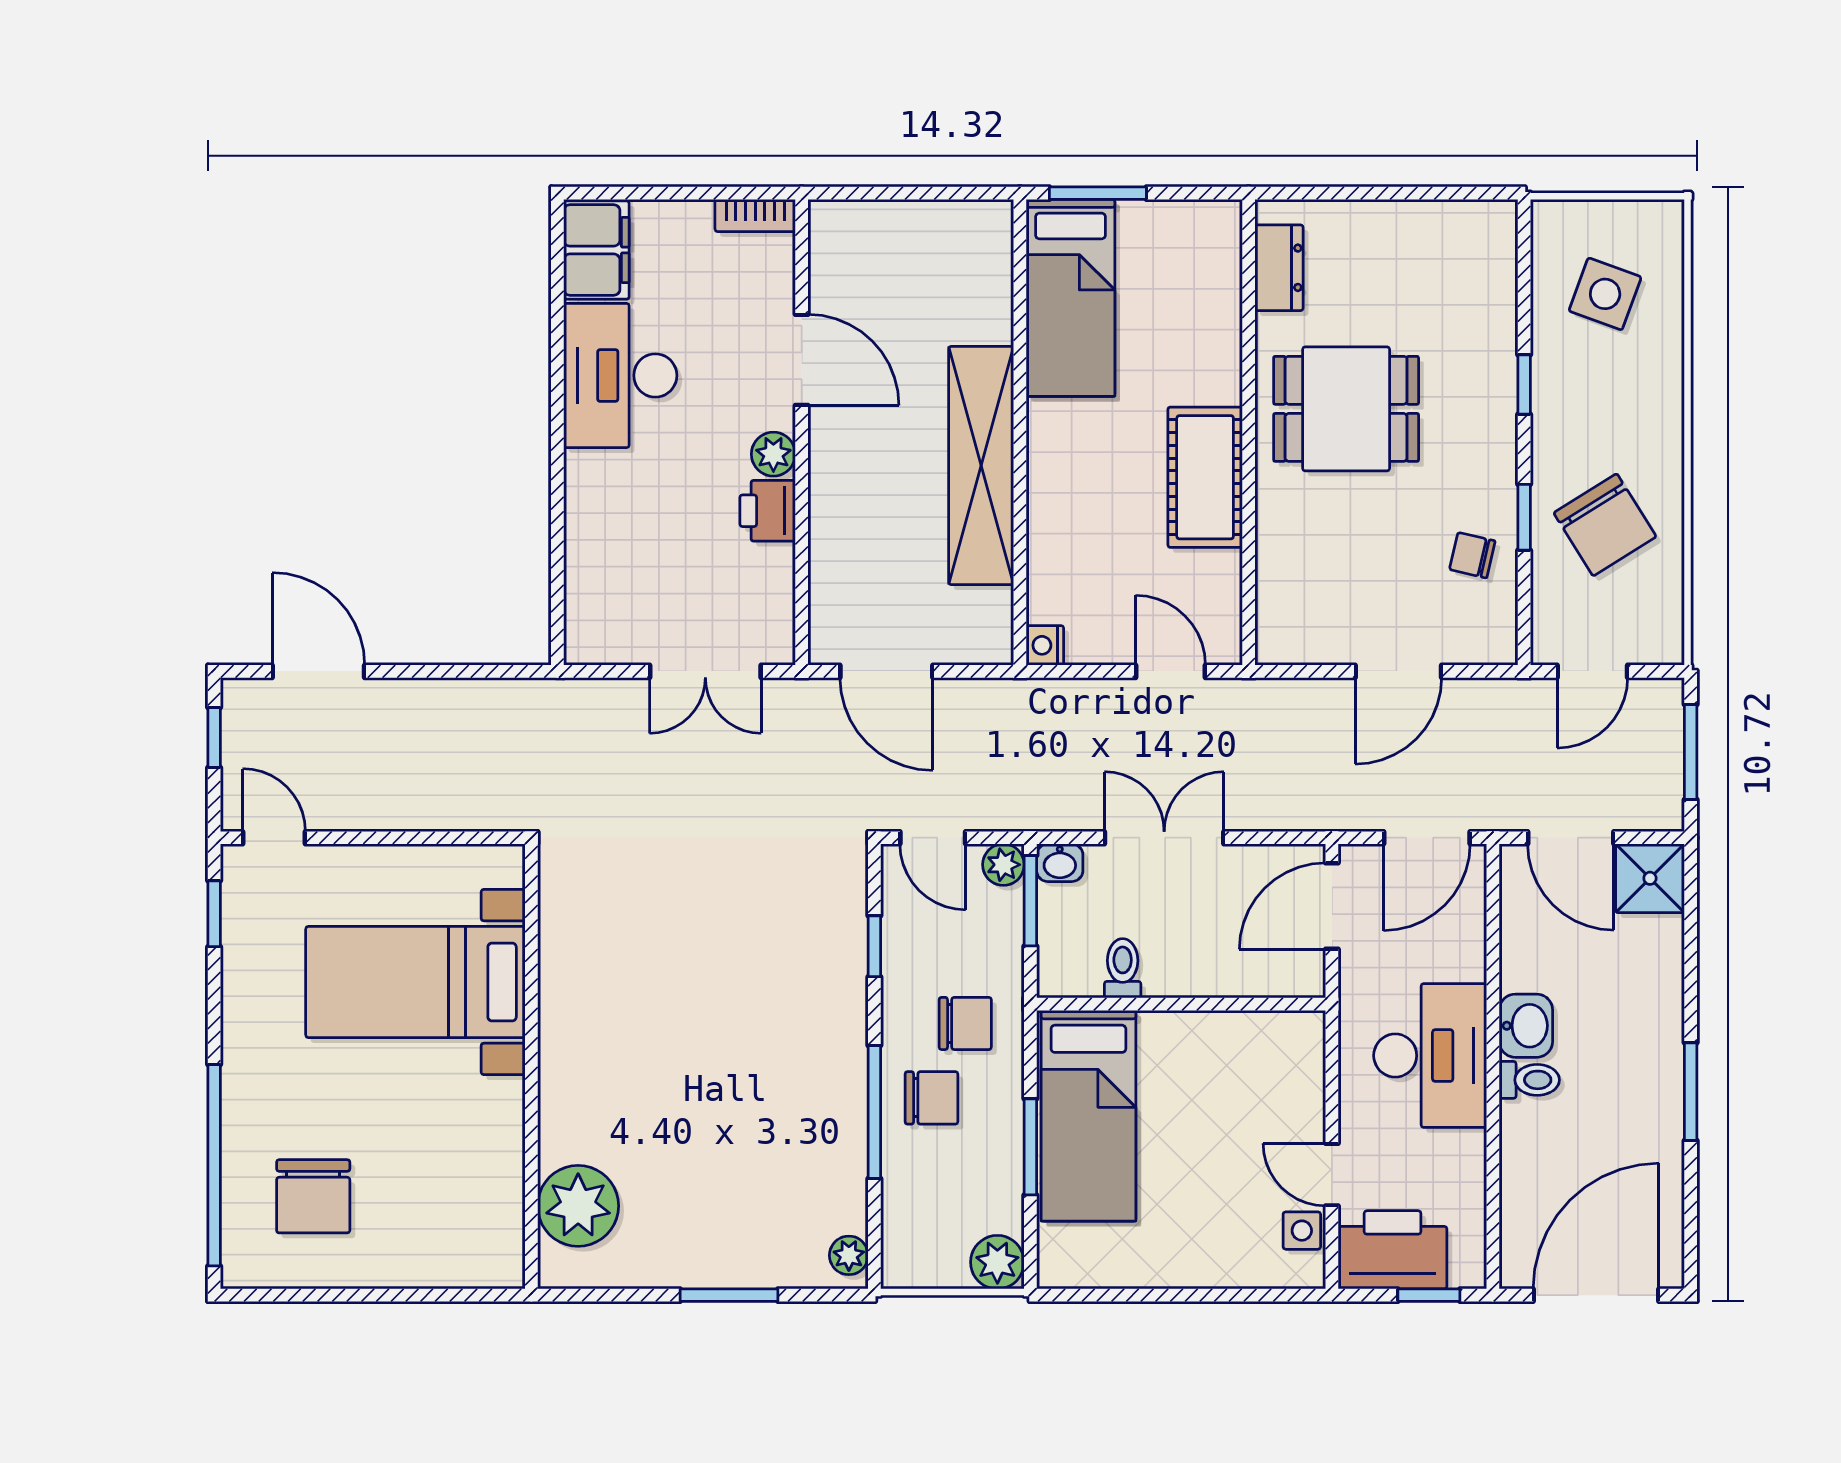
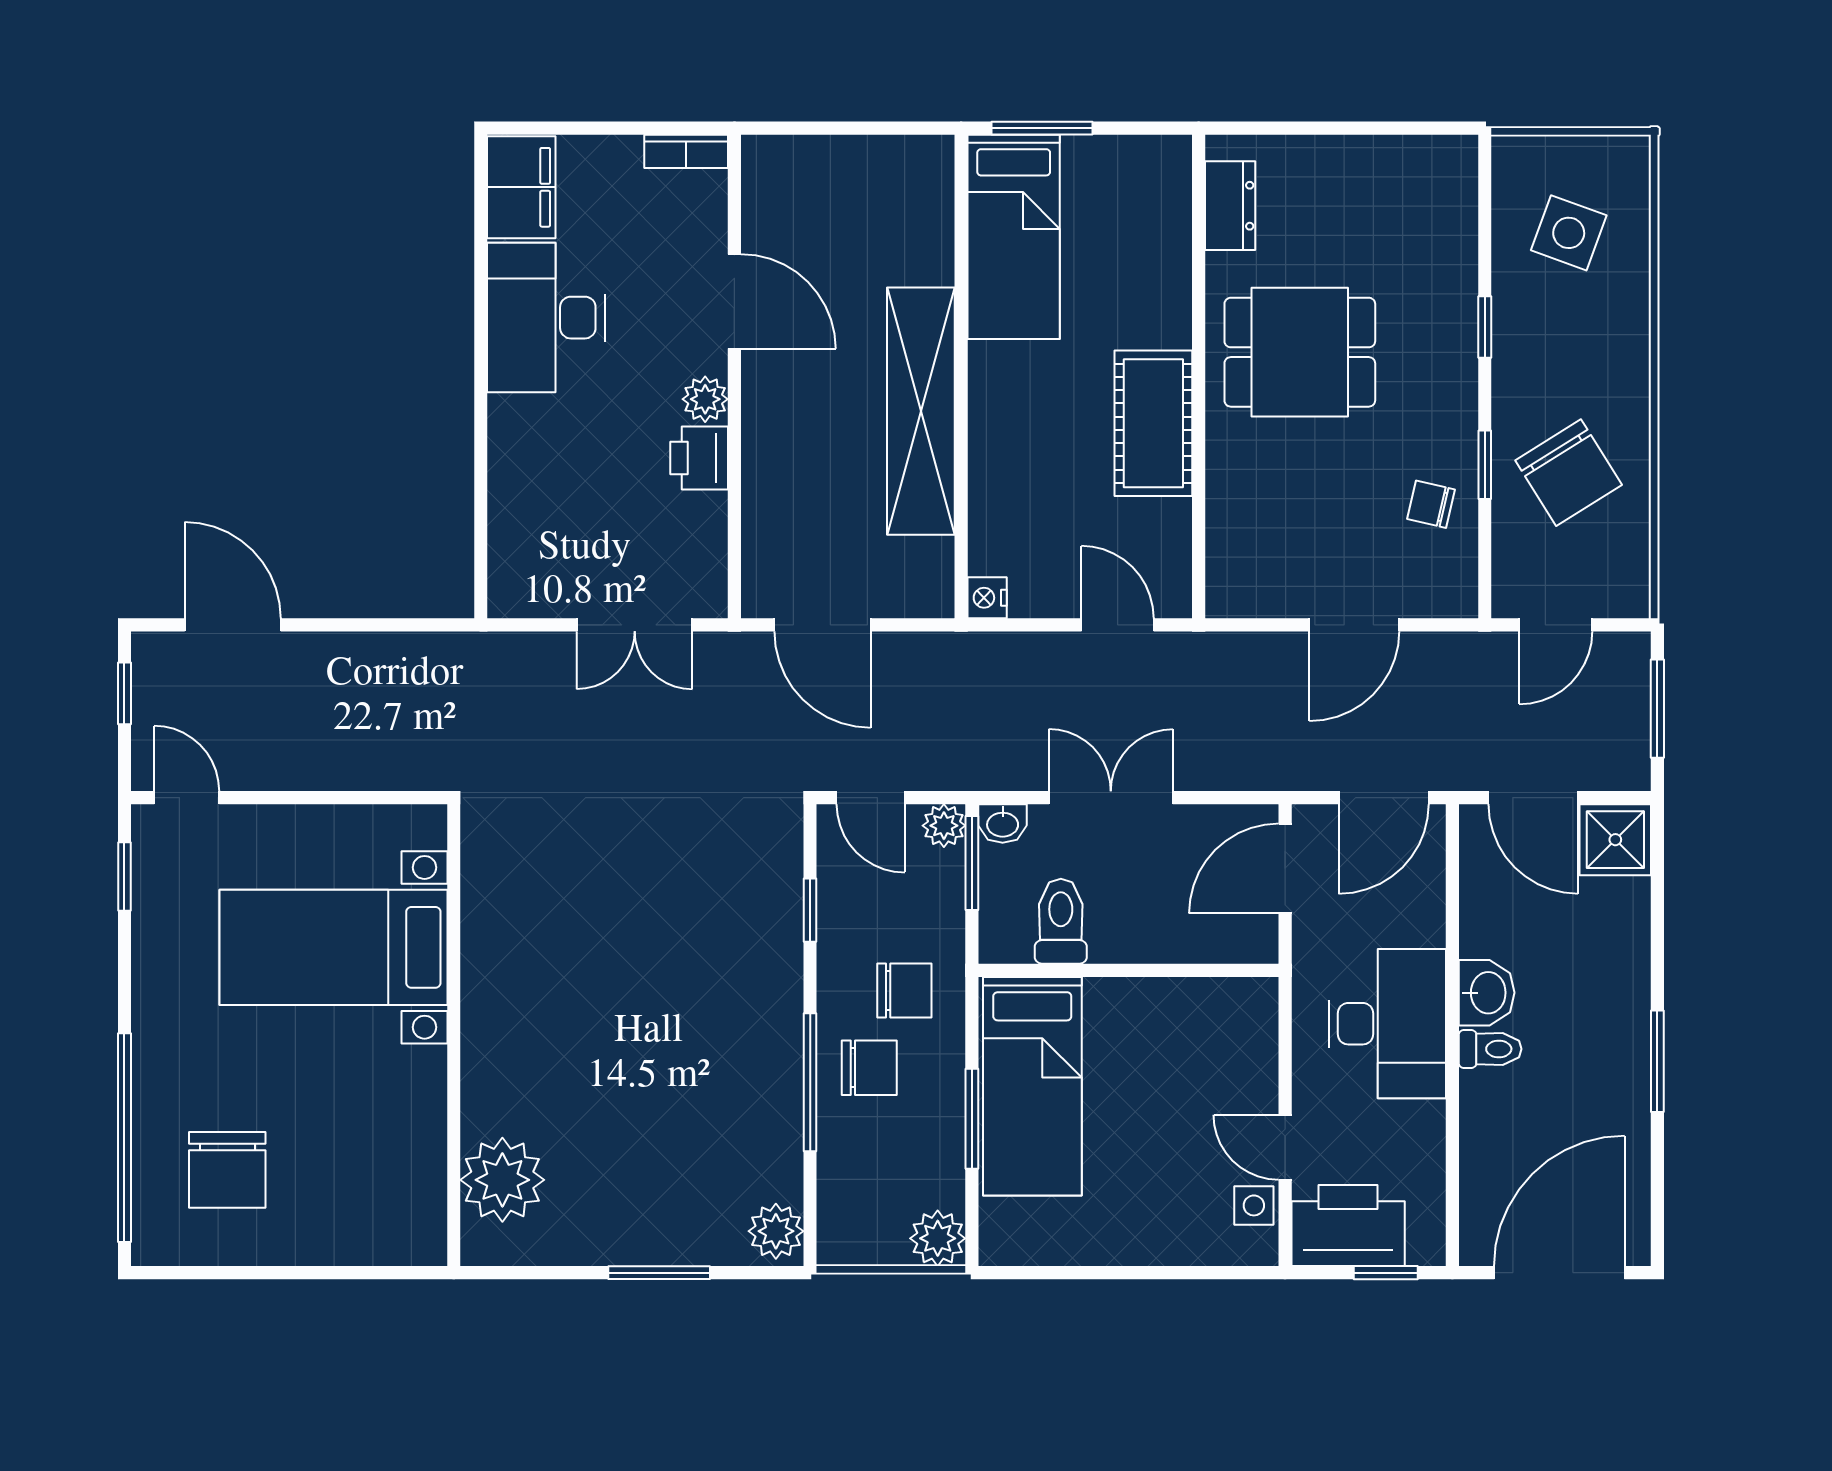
toilet: (1123, 968) -> (1061, 921), width x1.37, depth x1.39
plant: (849, 1255) -> (776, 1231), width x1.38, depth x1.38

